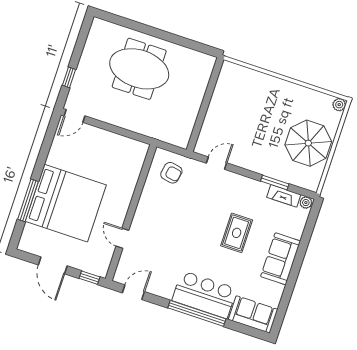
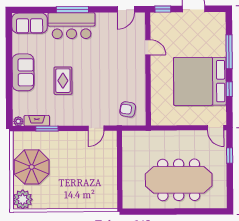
meeting table: (139, 69) -> (179, 180), width x1.36
plant: (339, 105) -> (23, 199), width x1.87, depth x1.87
door: (75, 116) -> (216, 128), swing flipped
window: (43, 156) -> (229, 89), added
bed: (66, 203) -> (200, 81), moved
window: (197, 313) -> (72, 10), width x0.68

